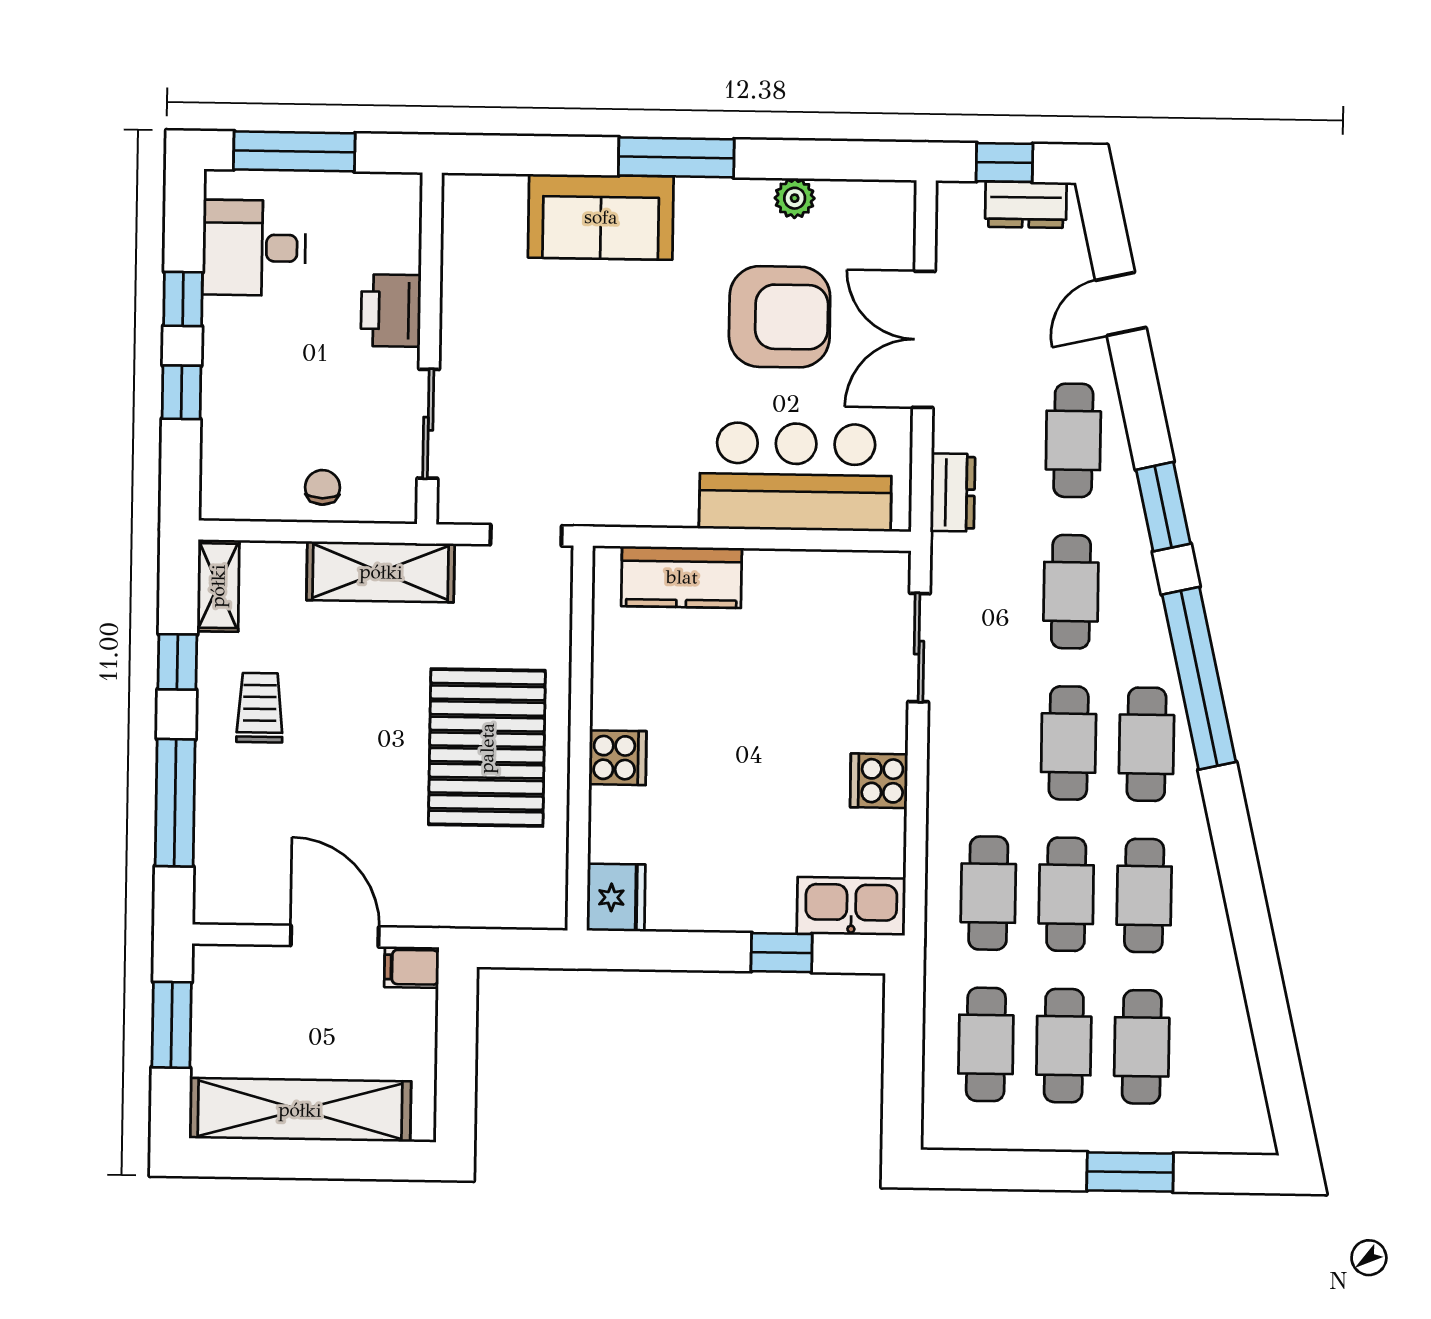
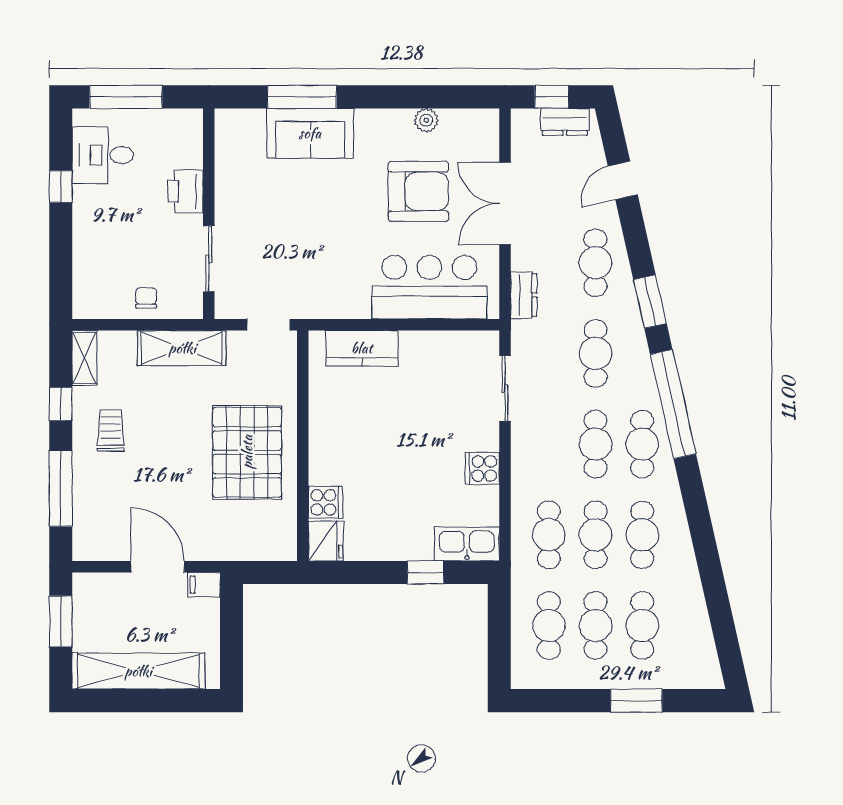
window: (676, 157) -> (302, 97), moved
window: (182, 392) -> (61, 242), removed
cooker: (618, 758) -> (325, 502), moved

